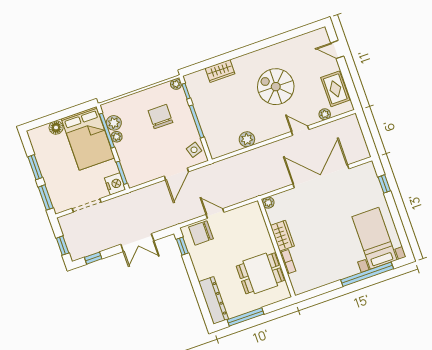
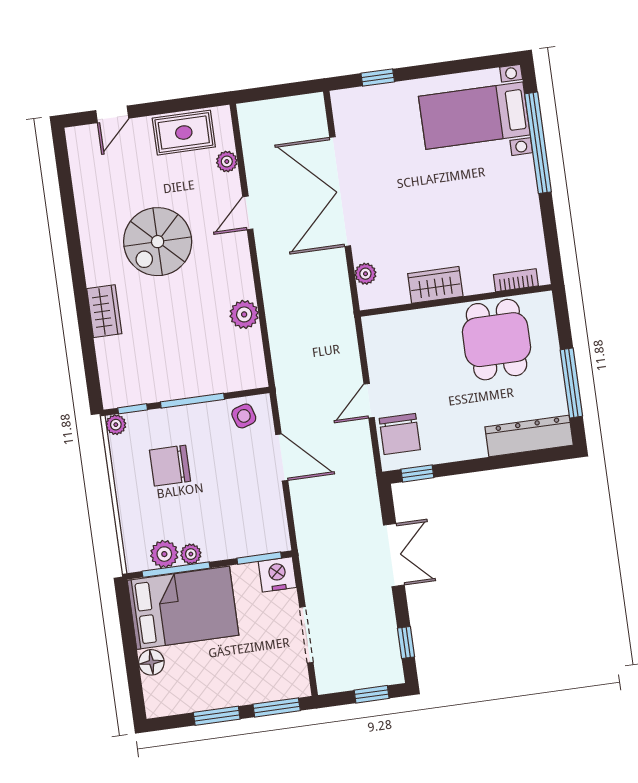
wardrobe: (220, 71) -> (104, 311), moved
plant: (268, 203) -> (365, 274), moved
bookcase: (288, 262) -> (516, 280), moved

